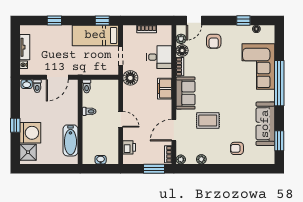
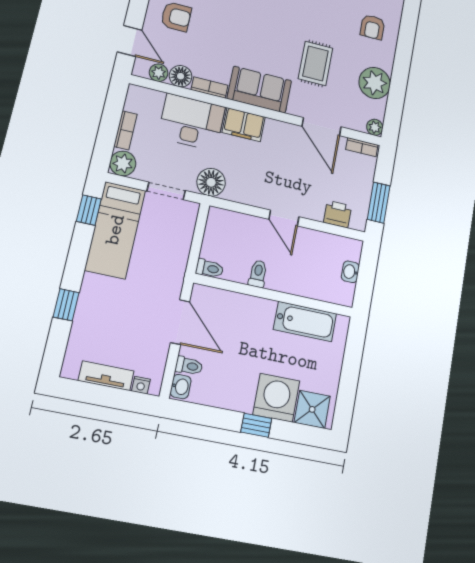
plant: (129, 32) -> (123, 163), added
desk: (159, 57) -> (192, 122), width x1.37
door: (121, 119) -> (284, 218), swing flipped
plant: (201, 159) -> (375, 83), width x1.88, depth x1.88
window: (154, 169) -> (379, 203), moved

